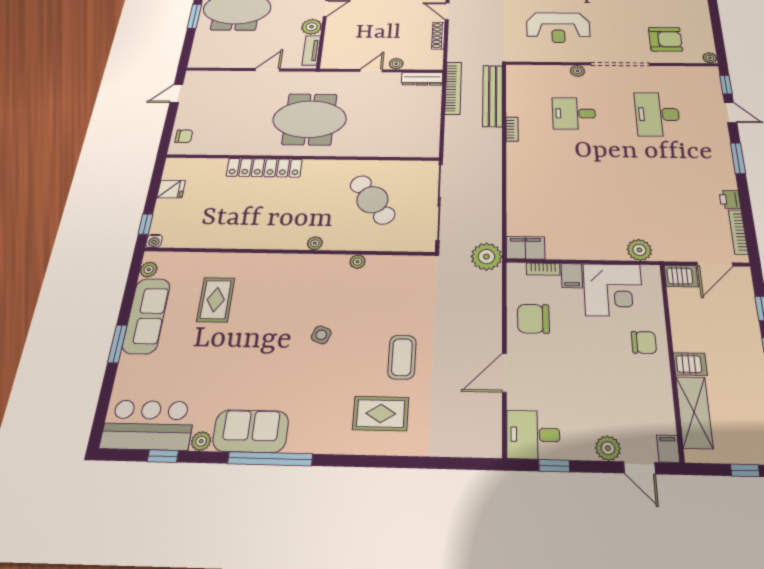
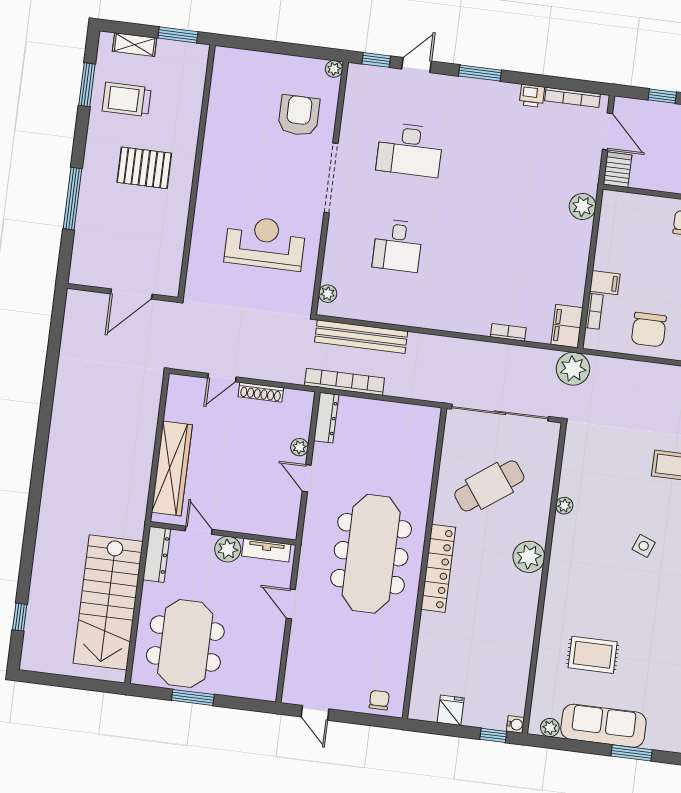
reception desk: (558, 28) -> (265, 243), turned -90
plant: (577, 71) -> (328, 294), moved
meeting table: (310, 119) -> (371, 554), width x1.36
bookcase: (512, 129) -> (508, 332), moved
locker: (264, 168) -> (438, 568), moved
plant: (315, 243) -> (529, 557), width x1.88, depth x1.88
corner desk: (613, 290) -> (626, 243), removed

